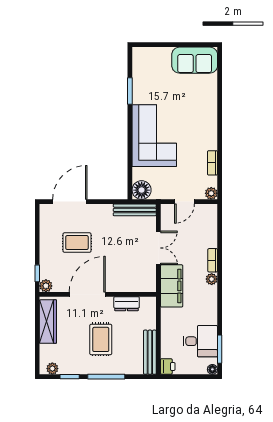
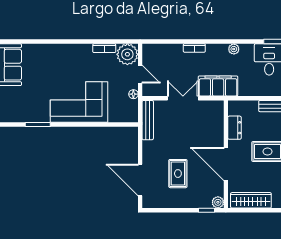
floor lamp: (142, 190) -> (133, 94), moved, width x0.53, depth x0.53
plant: (211, 193) -> (127, 54), width x1.87, depth x1.87
plant: (212, 279) -> (234, 49), moved

